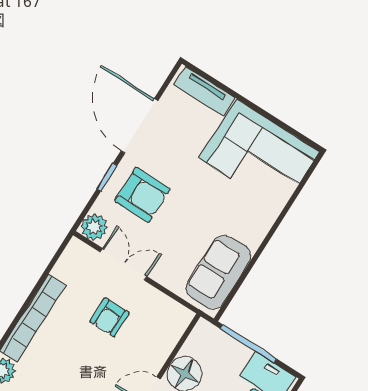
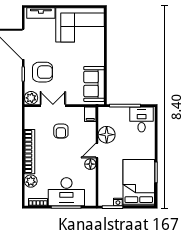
filing cabinet: (179, 320) -> (90, 114), added

